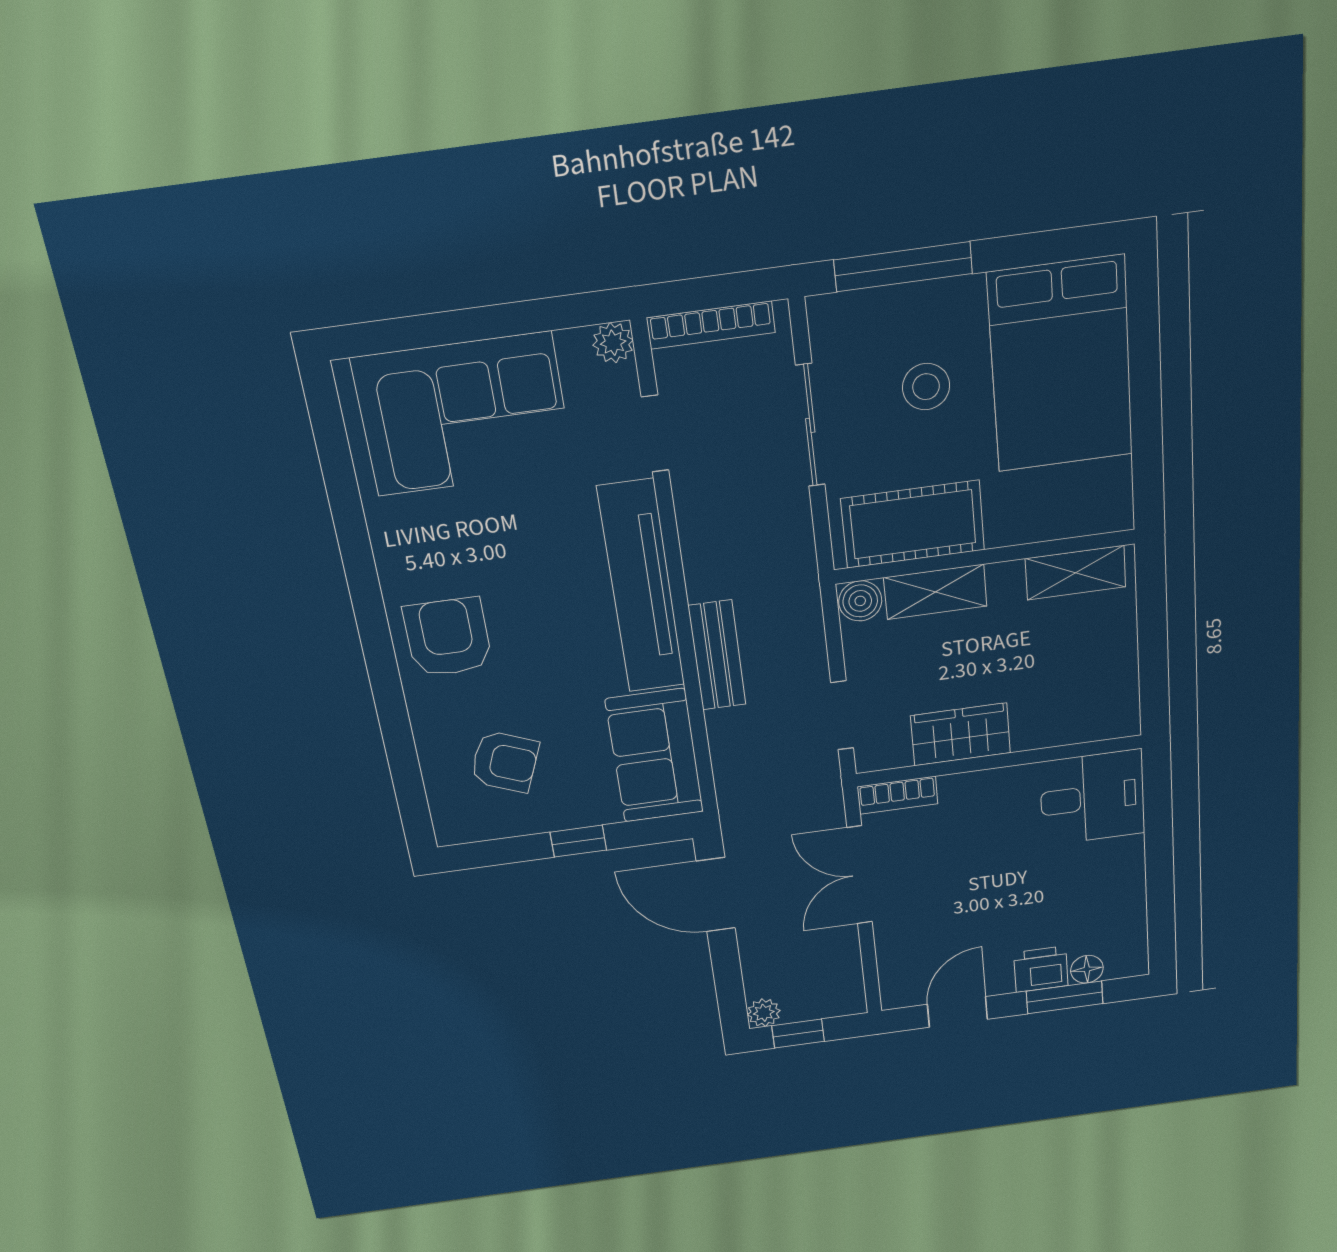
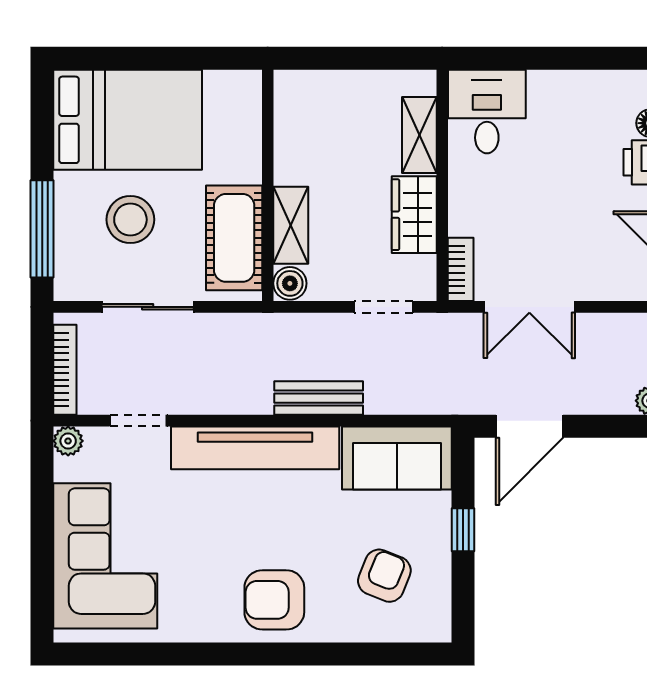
stool: (926, 387) -> (130, 220), width x1.38, depth x1.38
shelving: (1076, 573) -> (419, 135), moved

